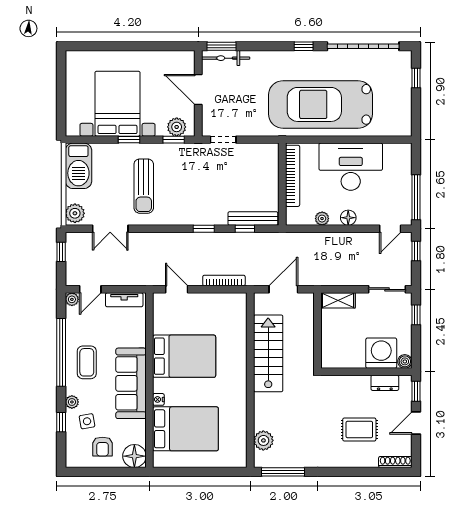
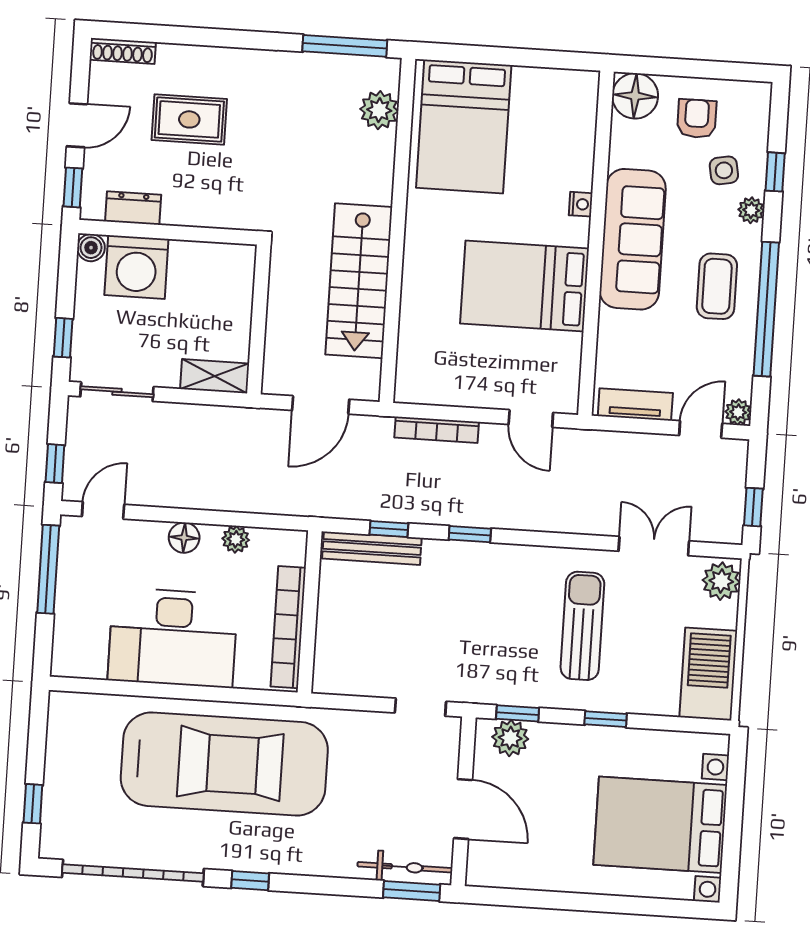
bed with nightstands: (117, 104) -> (660, 825), moved, turned 90
bed: (185, 429) -> (464, 126), moved, turned -90

